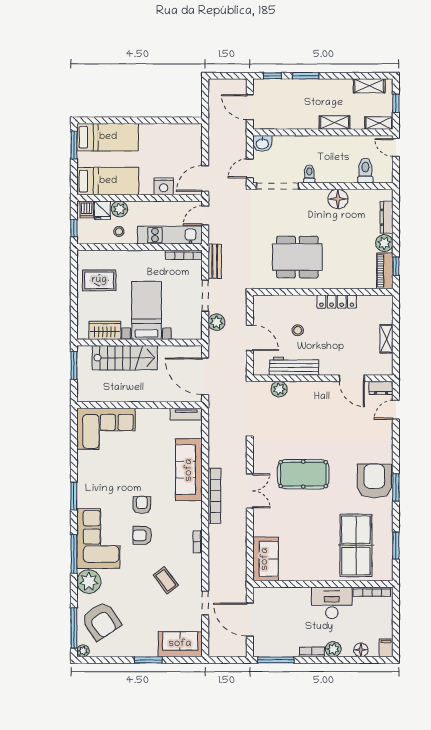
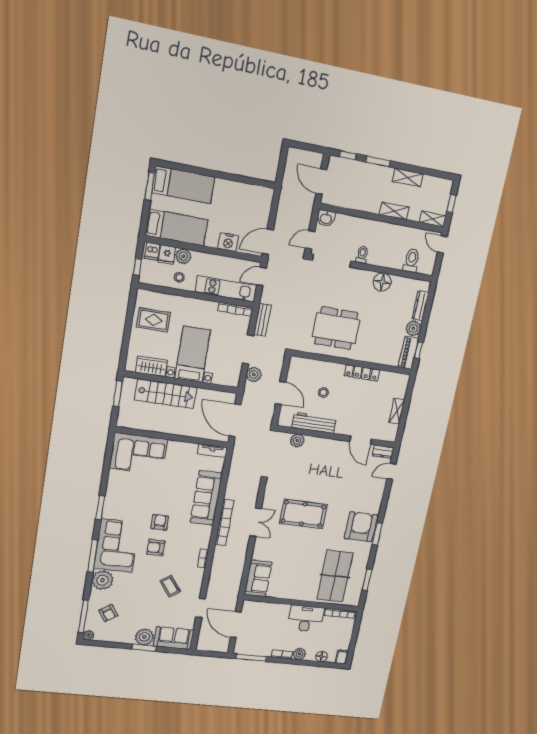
shelving: (369, 86) -> (408, 178), moved
armchair: (101, 621) -> (108, 613), width x0.53, depth x0.53
plant: (146, 646) -> (144, 637), added

